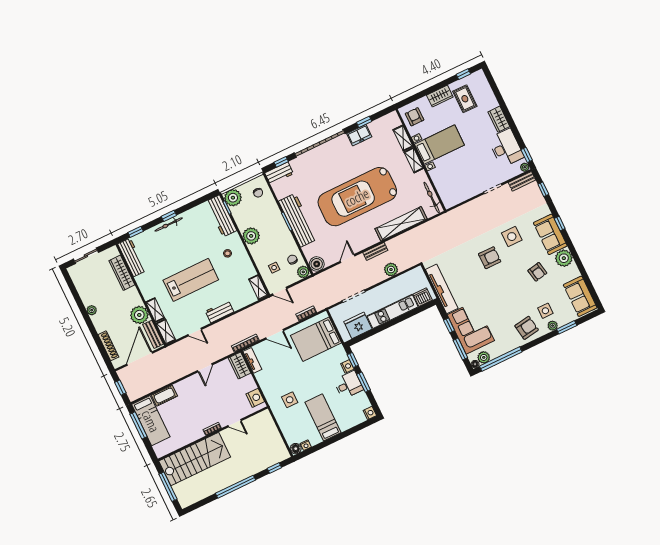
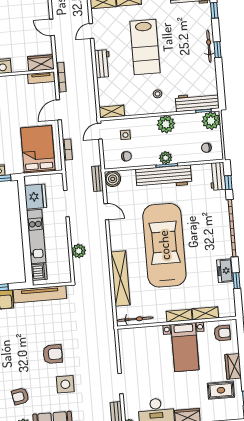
bench: (375, 251) -> (98, 179), moved
armchair: (490, 258) -> (53, 354), turned -90
plant: (303, 272) -> (166, 158), moved

